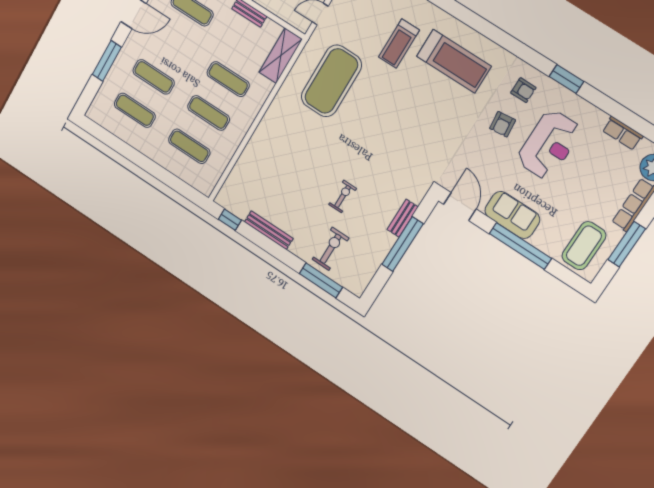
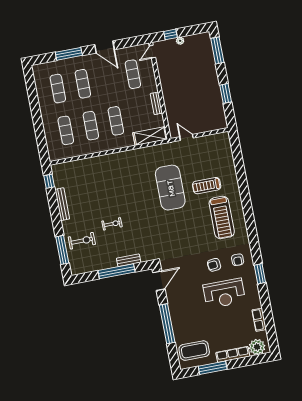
exercise mat: (331, 81) -> (170, 188), moved, turned 90
sofa: (512, 215) -> (178, 307), removed

